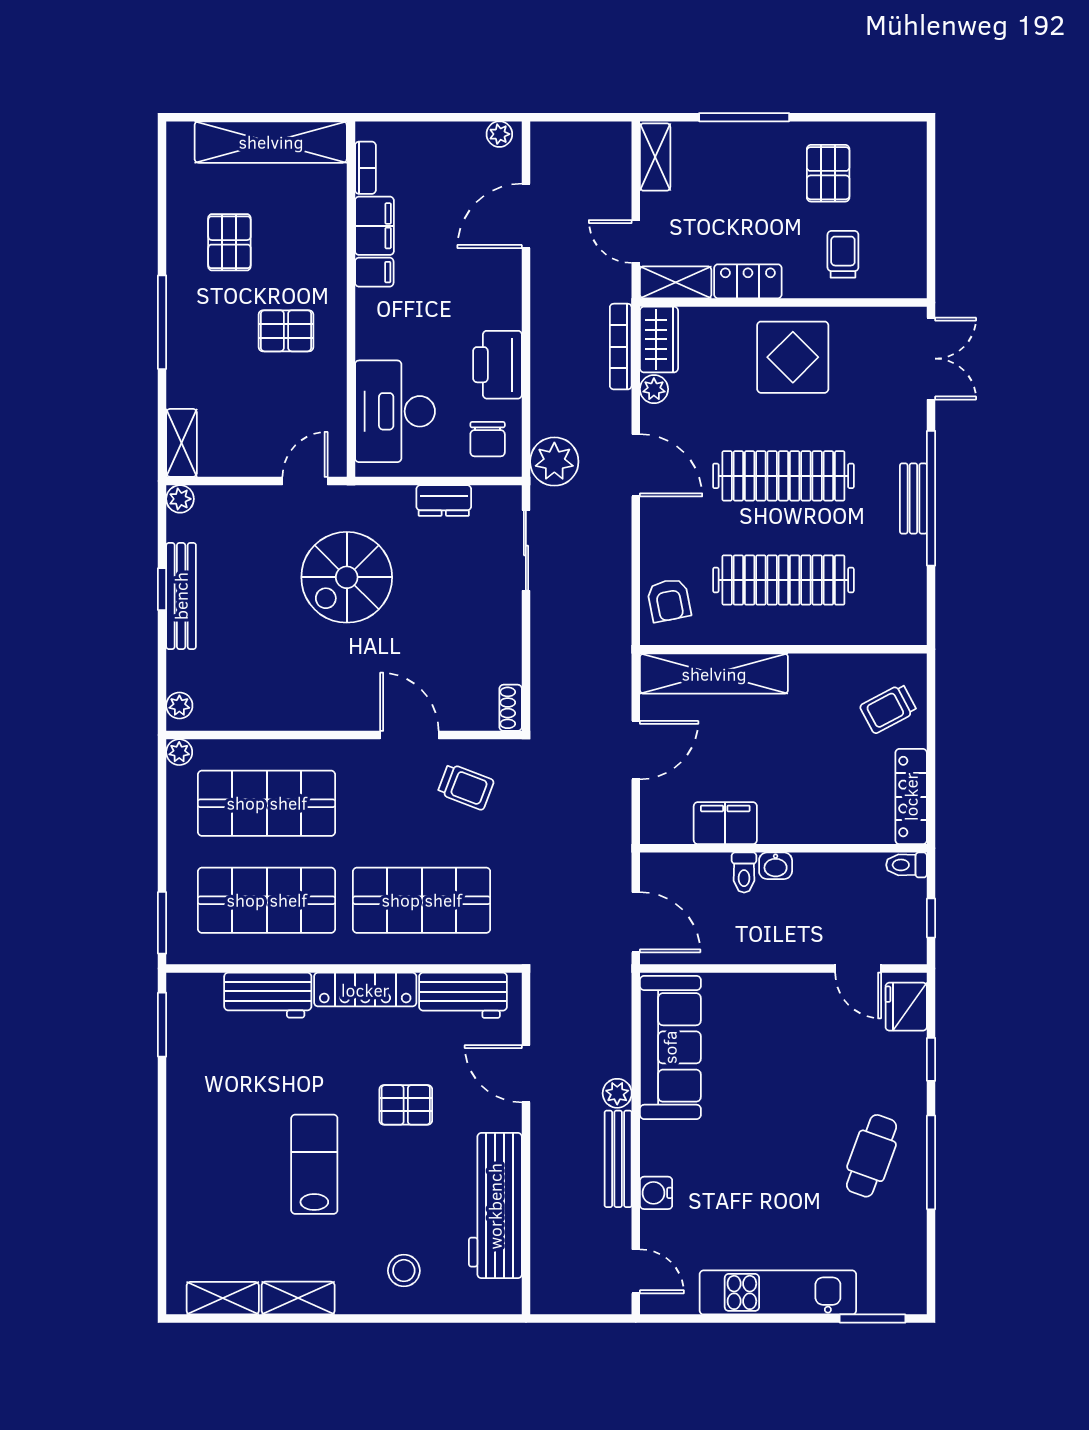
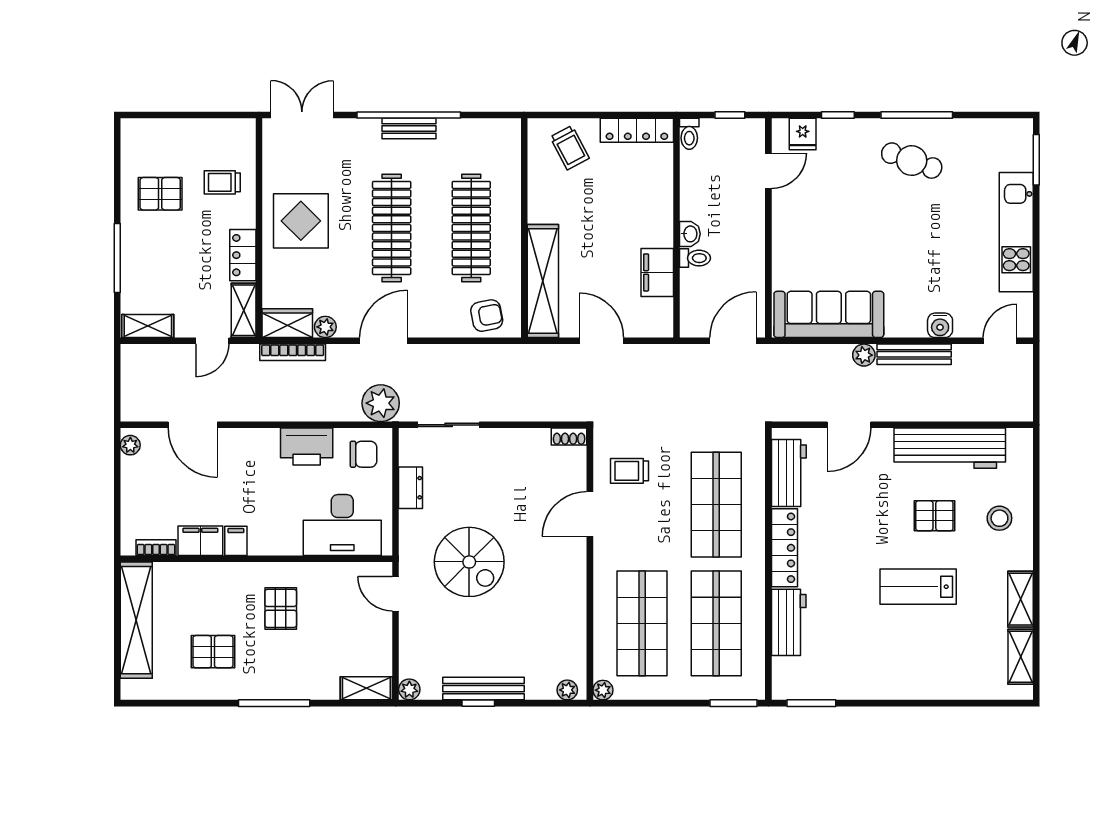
trolley: (466, 787) -> (629, 471), turned -111
fridge: (906, 1007) -> (803, 134), width x0.72
pallet: (406, 1105) -> (934, 516), moved, turned 90

